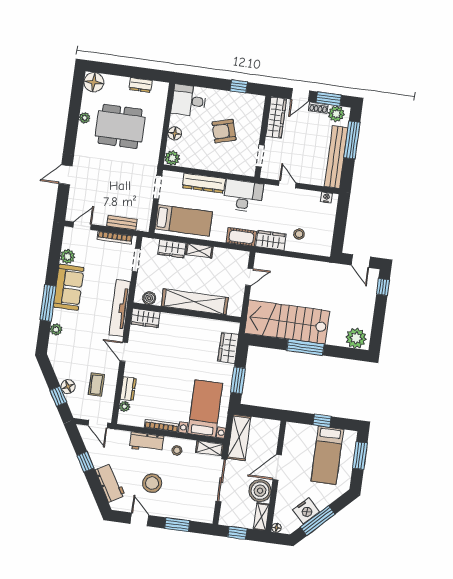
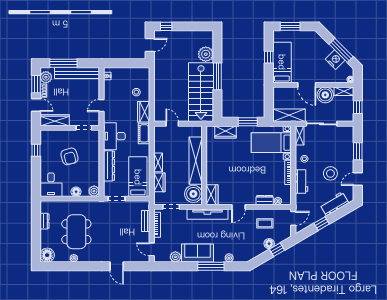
boiler: (149, 298) -> (193, 194), width x1.86, depth x1.86
plant: (356, 338) -> (206, 54), moved
bed: (327, 455) -> (282, 62), moved, turned -90

